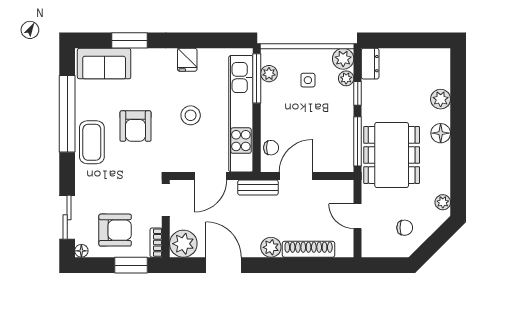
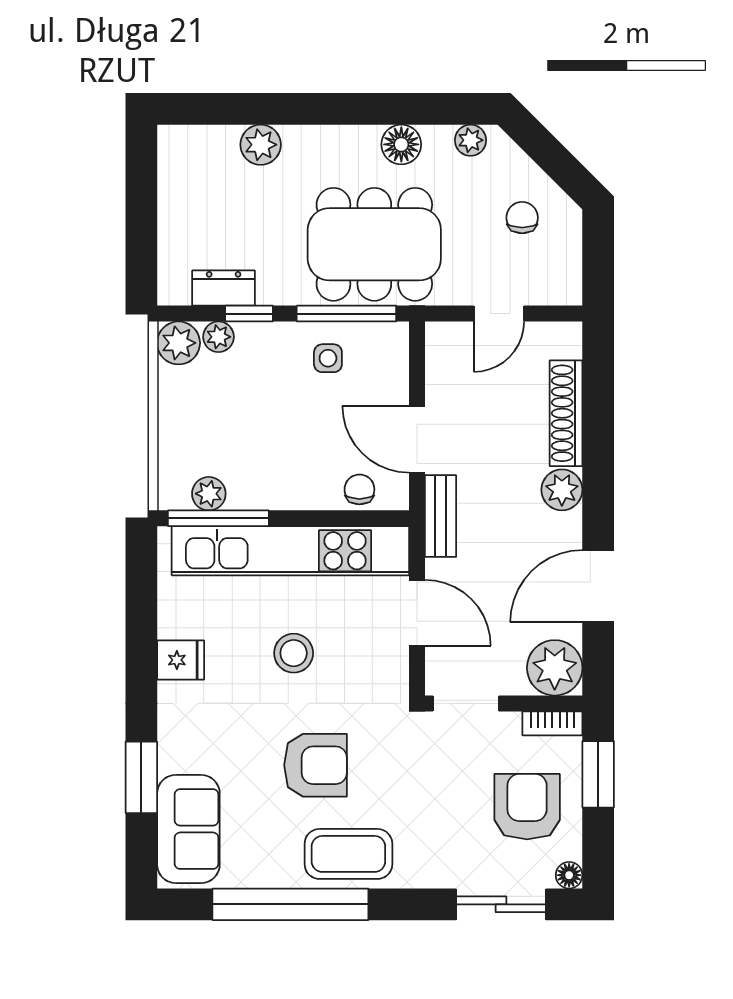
dresser: (370, 64) -> (224, 288), moved
side table: (308, 80) -> (328, 358), moved
floor lamp: (441, 133) -> (401, 144), moved

